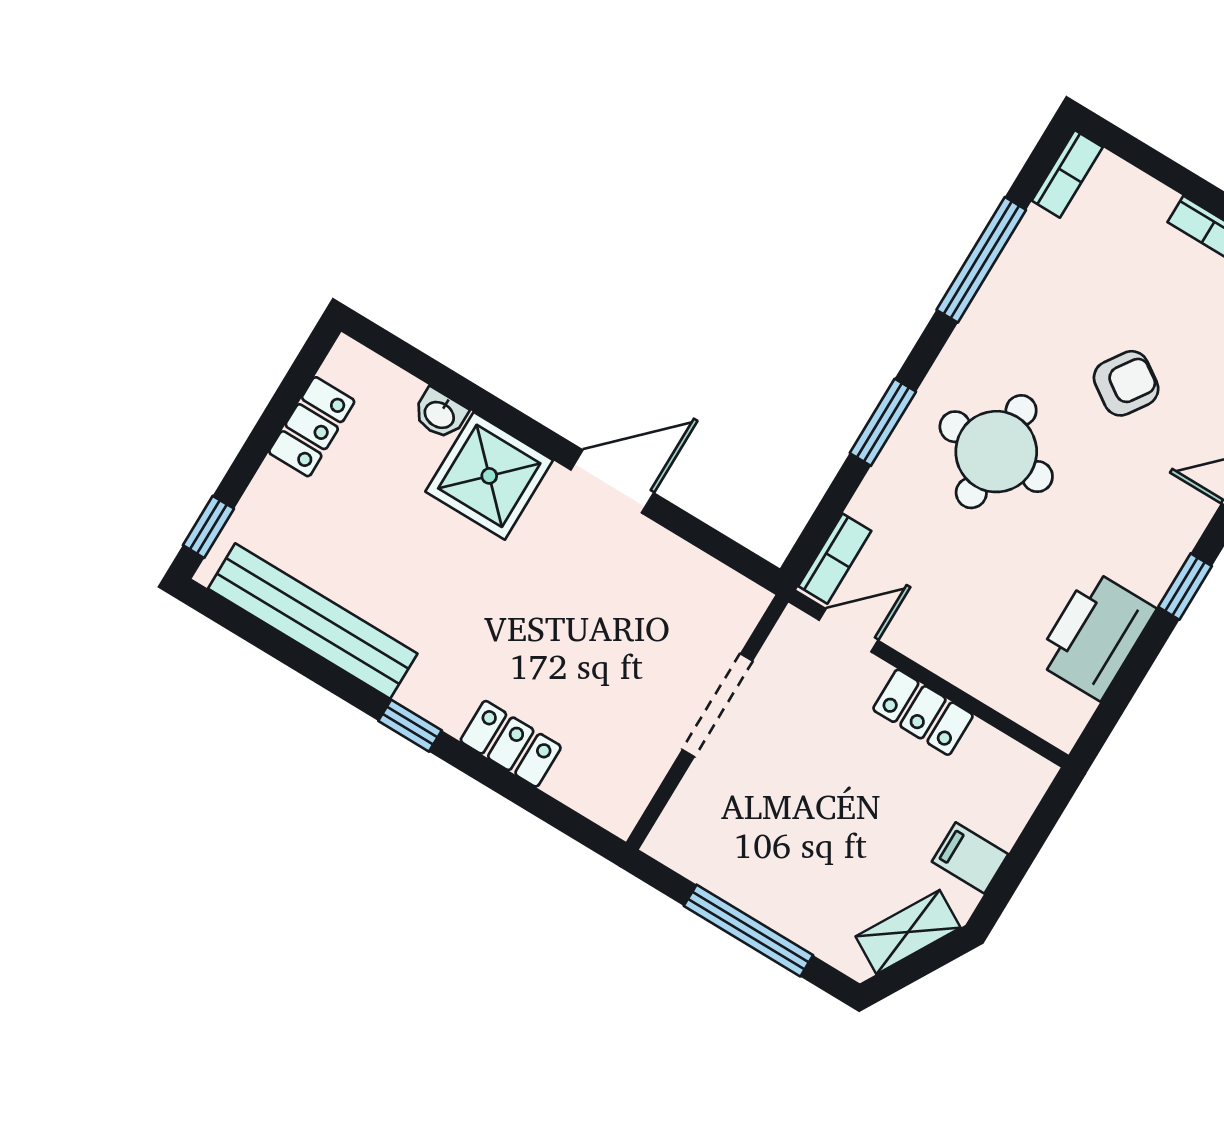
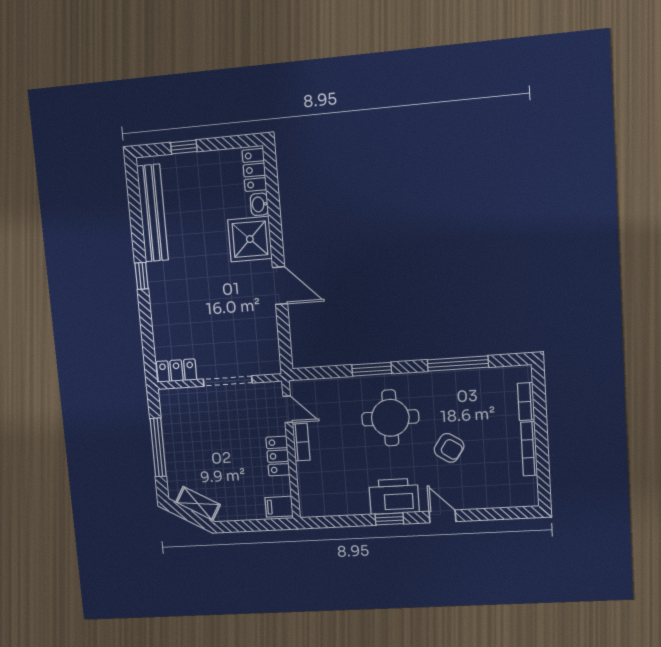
bookcase: (1067, 174) -> (526, 402), moved, turned 90
locker: (312, 427) -> (254, 170), moved, turned 90
window: (208, 527) -> (184, 147), moved
bookcase: (835, 559) -> (301, 442), moved, turned -90
printer: (1095, 635) -> (394, 496), moved
locker: (511, 744) -> (176, 371), moved, turned -90
filing cabinet: (970, 858) -> (279, 507), moved, turned -90

